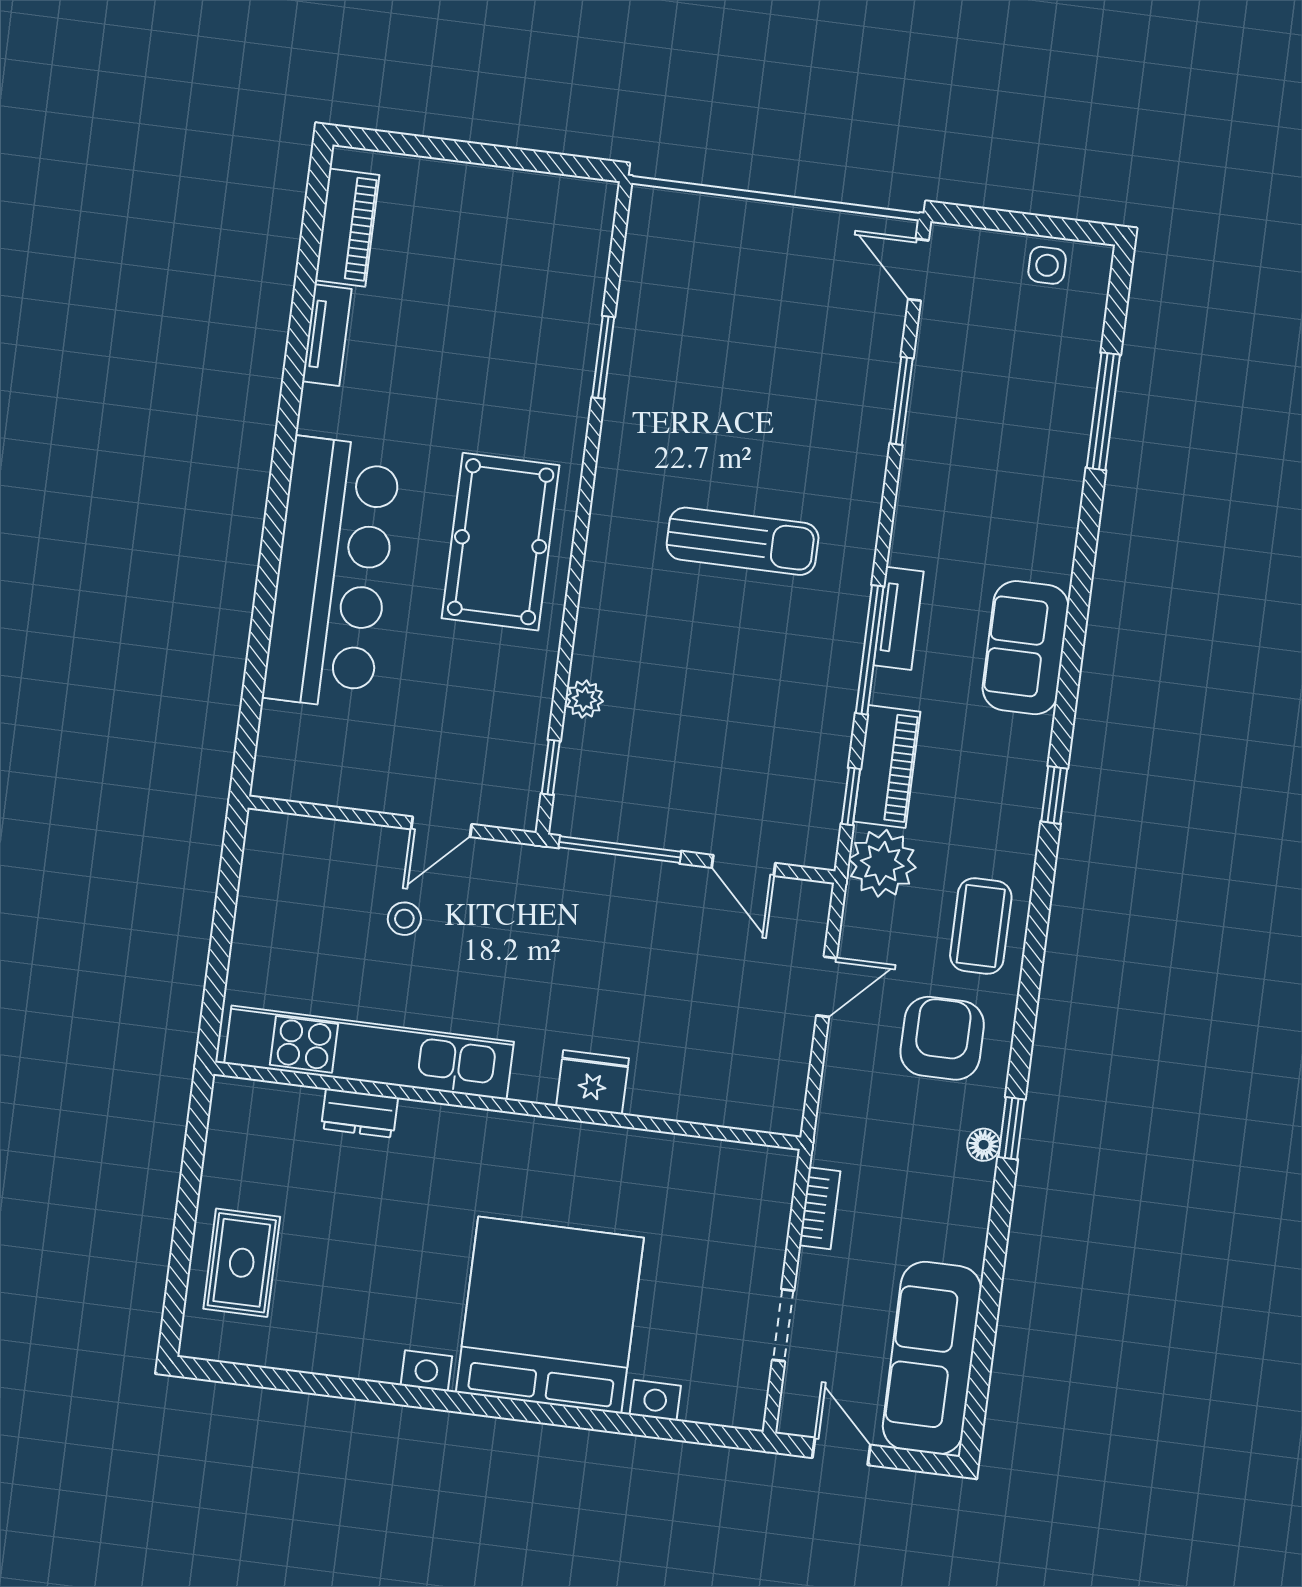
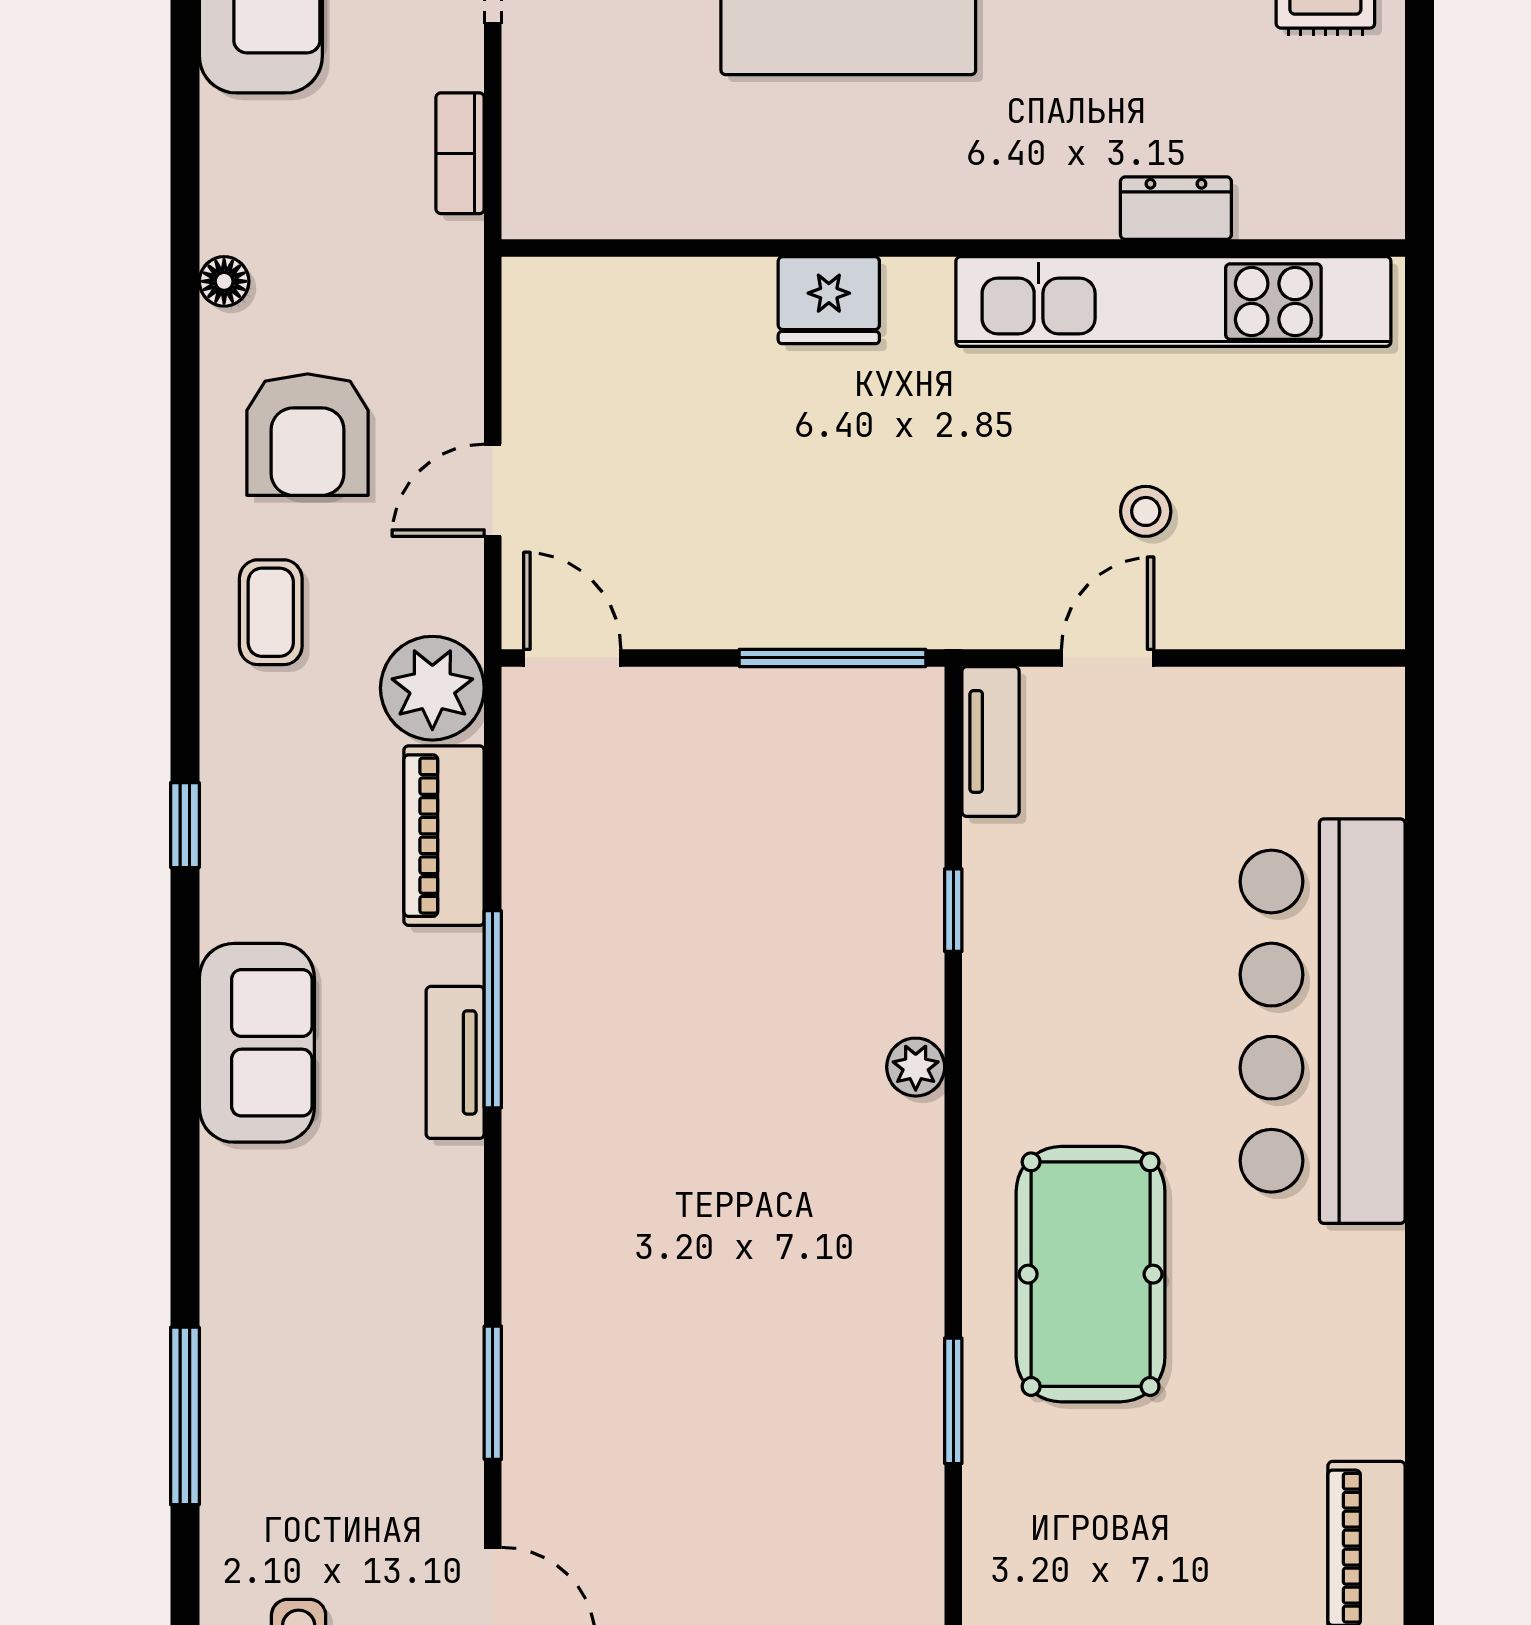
tv unit: (327, 335) -> (990, 741), moved, turned 180
sun lounger: (743, 541) -> (707, 1149), removed
pool table: (501, 542) -> (1091, 1274), moved
plant: (584, 699) -> (916, 1067), moved
window: (551, 767) -> (953, 910), moved
window: (851, 796) -> (493, 783), removed
door: (743, 865) -> (572, 658), moved
coffee table: (981, 926) -> (271, 612), width x0.73, depth x0.77
window: (1011, 1128) -> (185, 312), removed

